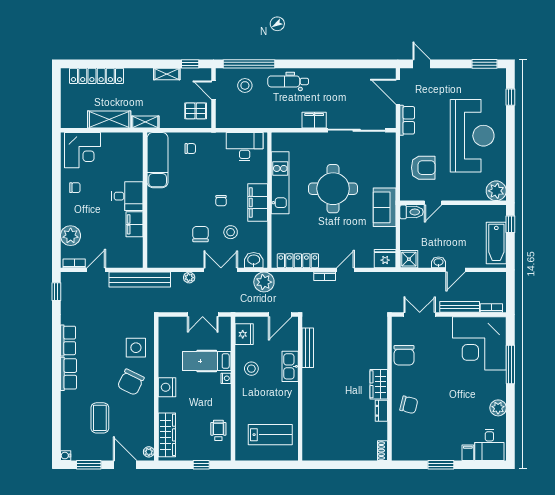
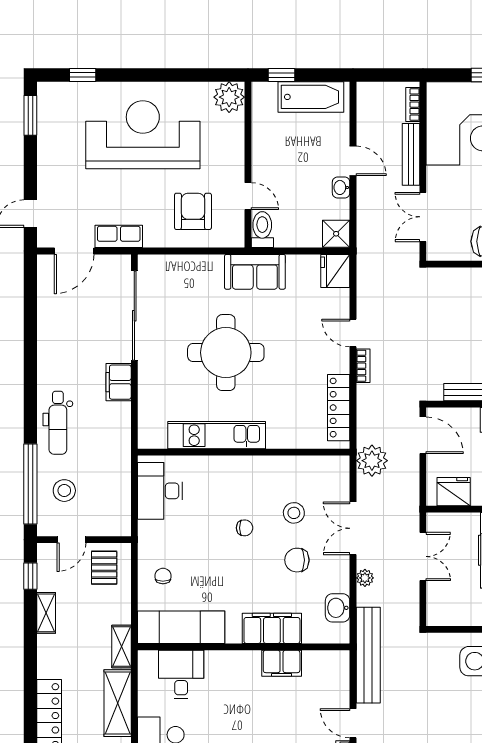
desk: (127, 196) -> (181, 674), moved
filing cabinet: (258, 203) -> (272, 628), moved, turned 180
washbasin: (254, 260) -> (338, 608), moved

